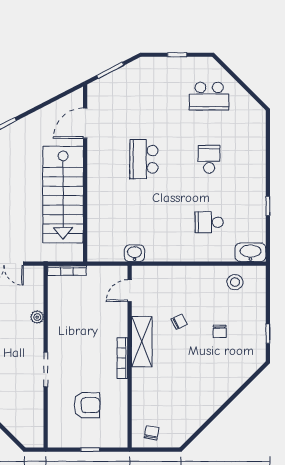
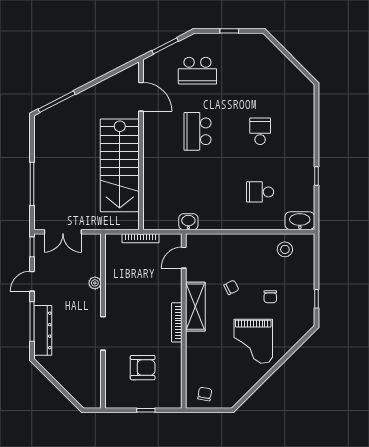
school desk: (209, 96) -> (197, 71), moved
door: (85, 123) -> (141, 97), swing flipped
bookcase: (67, 271) -> (140, 238), moved
grand piano: (202, 378) -> (253, 341), added

